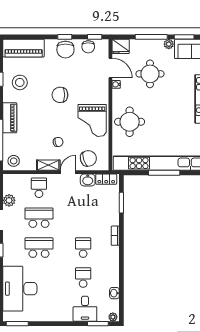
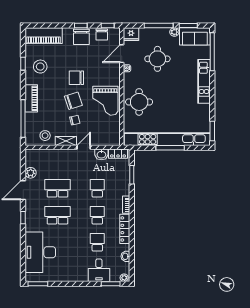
door: (110, 68) -> (122, 54), swing flipped
chair: (88, 158) -> (73, 101), moved
stool: (14, 161) -> (45, 136), moved
school desk: (39, 188) -> (97, 188), moved
locker: (114, 263) -> (125, 229), added

